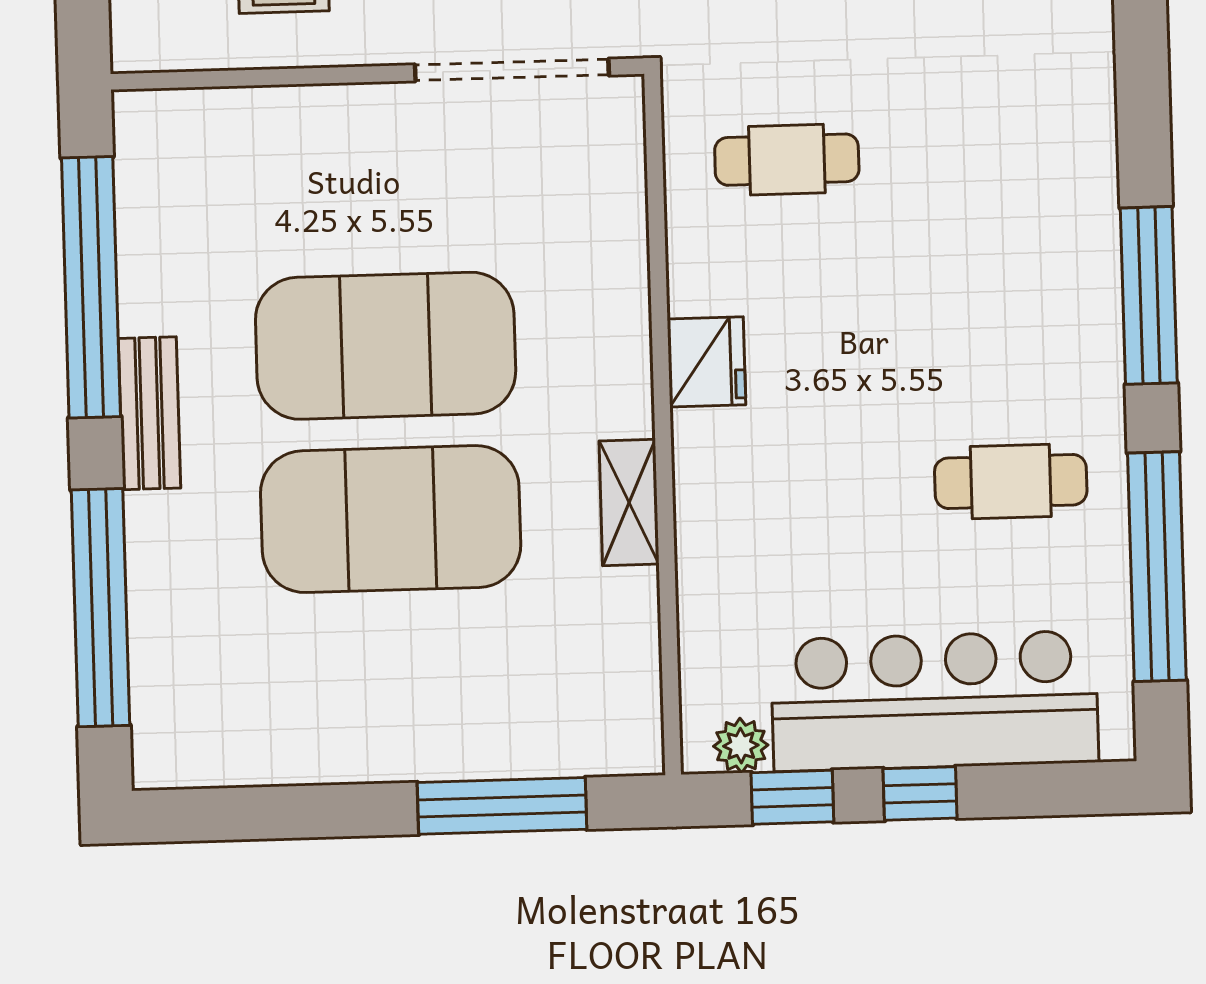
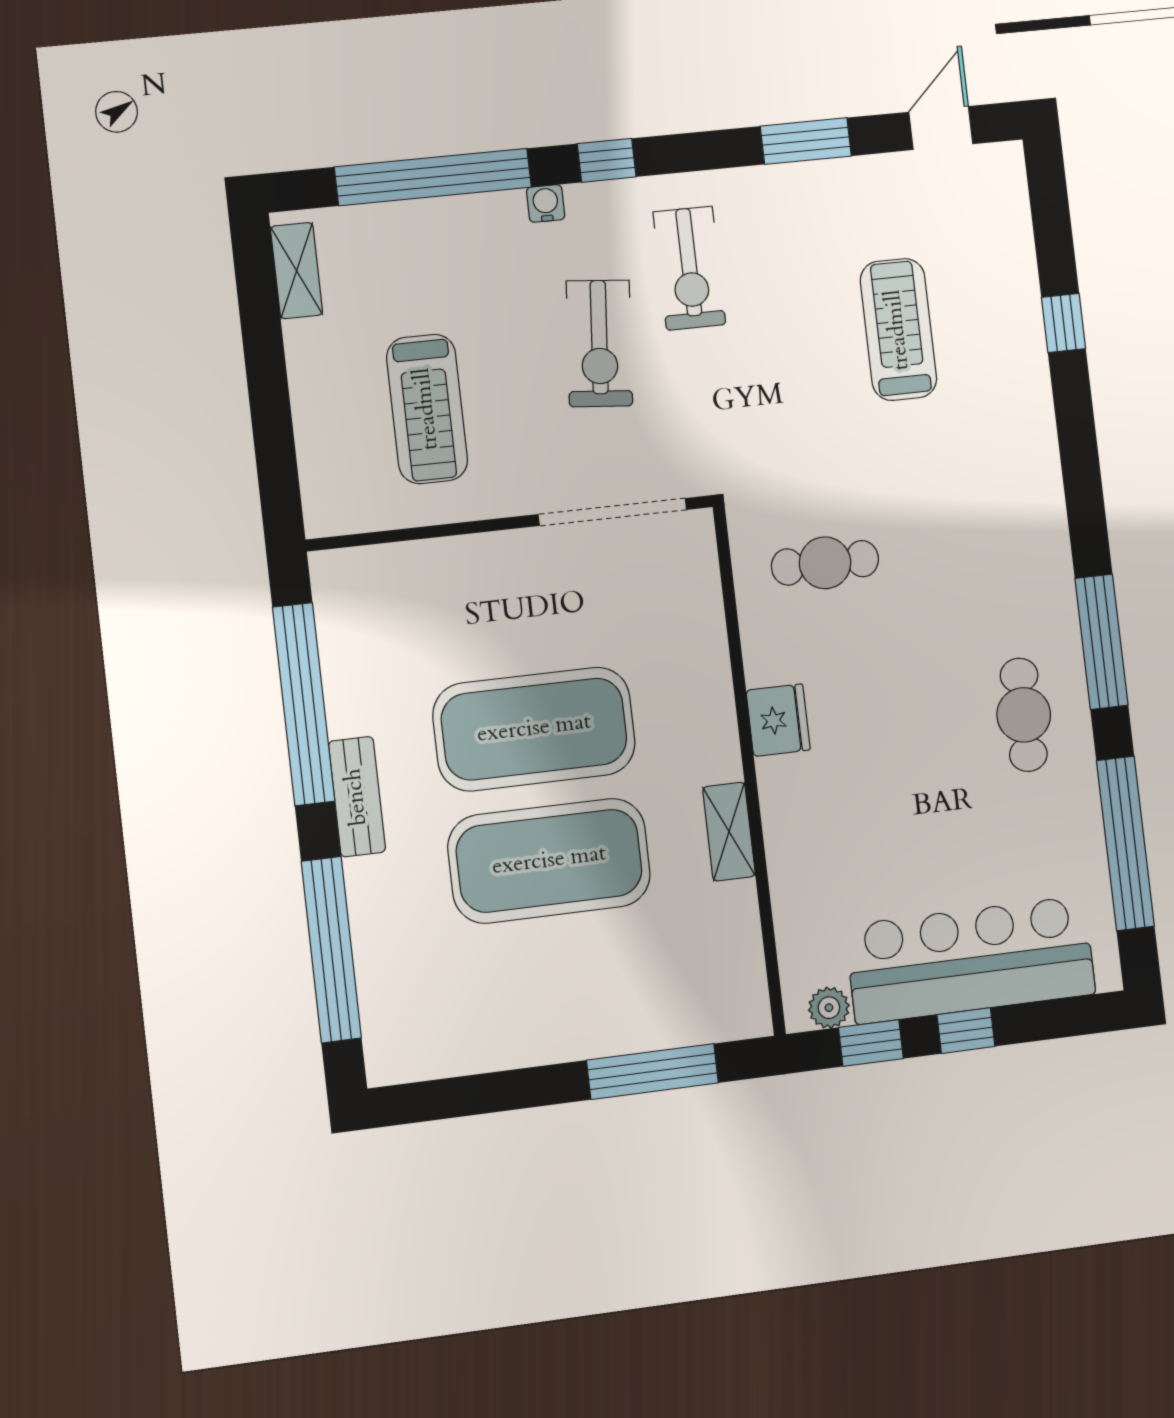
cafe table: (1011, 481) -> (1024, 715), moved, turned 90

